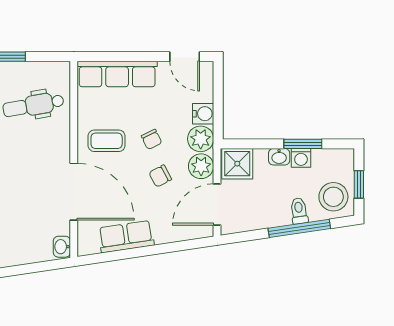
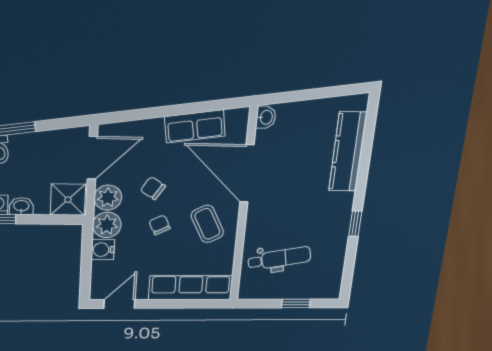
door: (185, 57) -> (119, 304), hinge flipped
coffee table: (107, 141) -> (207, 224), turned 63
chair: (160, 176) -> (153, 188), turned -119

